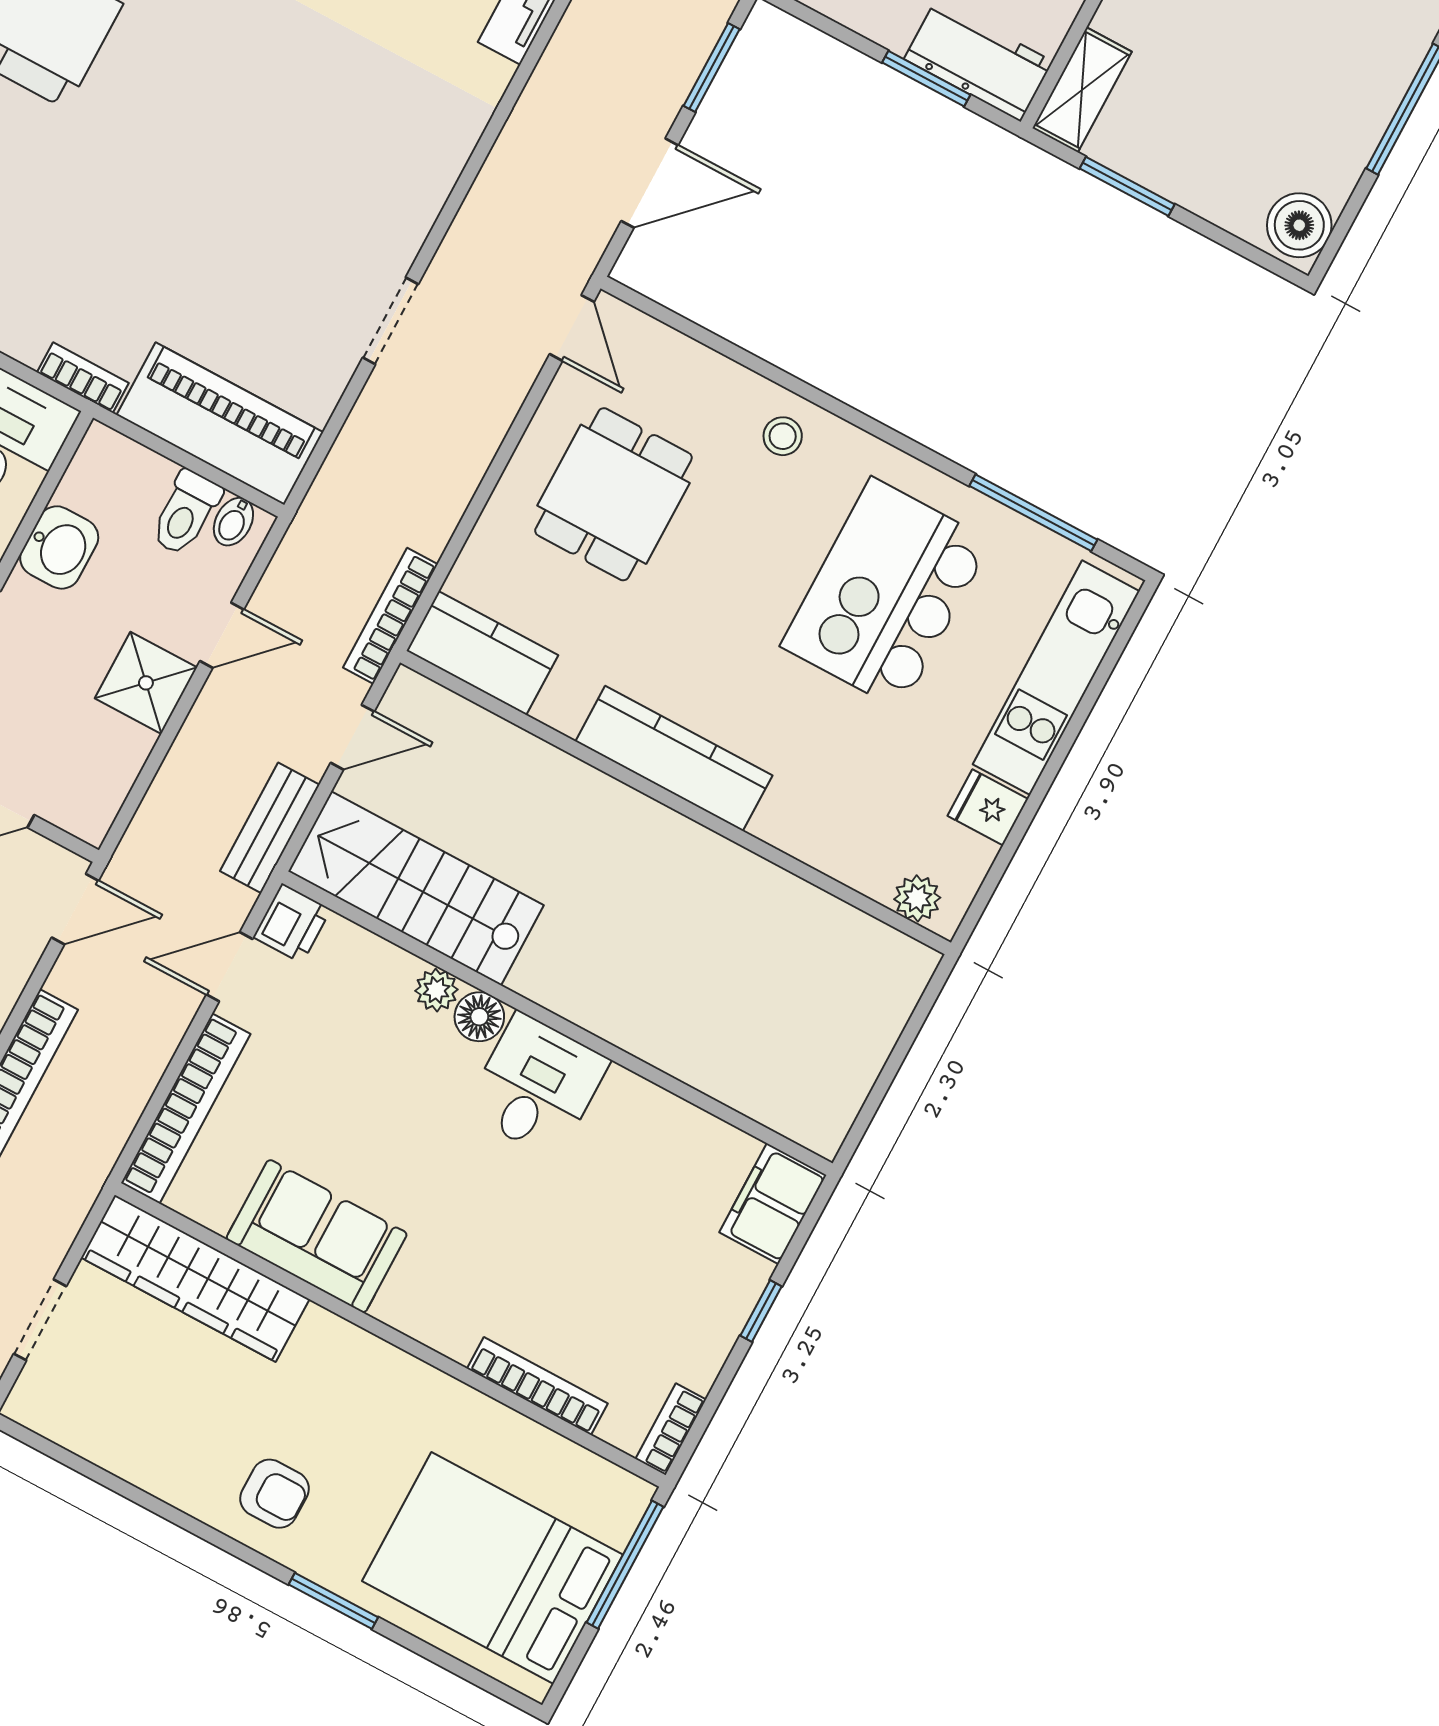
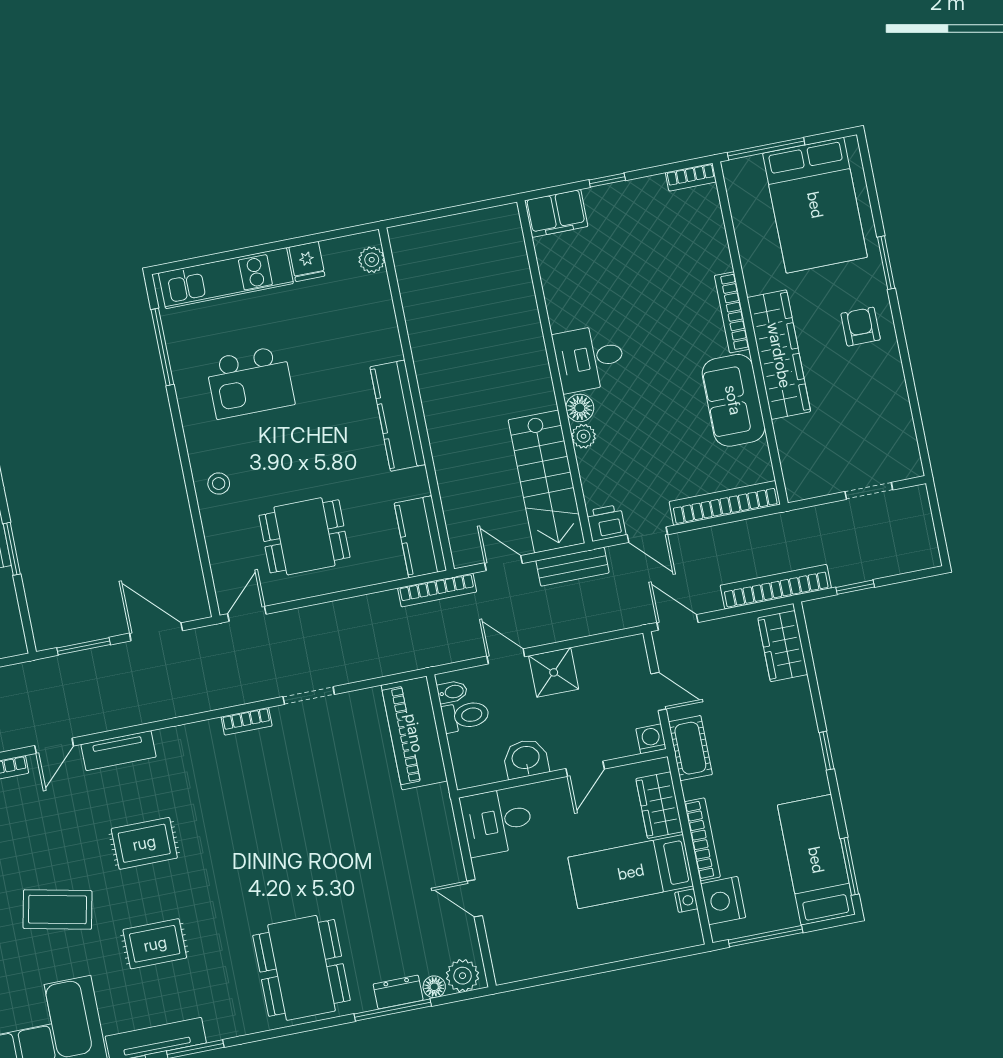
bookcase: (83, 378) -> (247, 721), moved, turned -90
kitchen island: (886, 594) -> (250, 382), width x0.73, depth x0.78
wardrobe: (195, 1278) -> (779, 355), moved
bookcase: (537, 1386) -> (732, 312), moved

